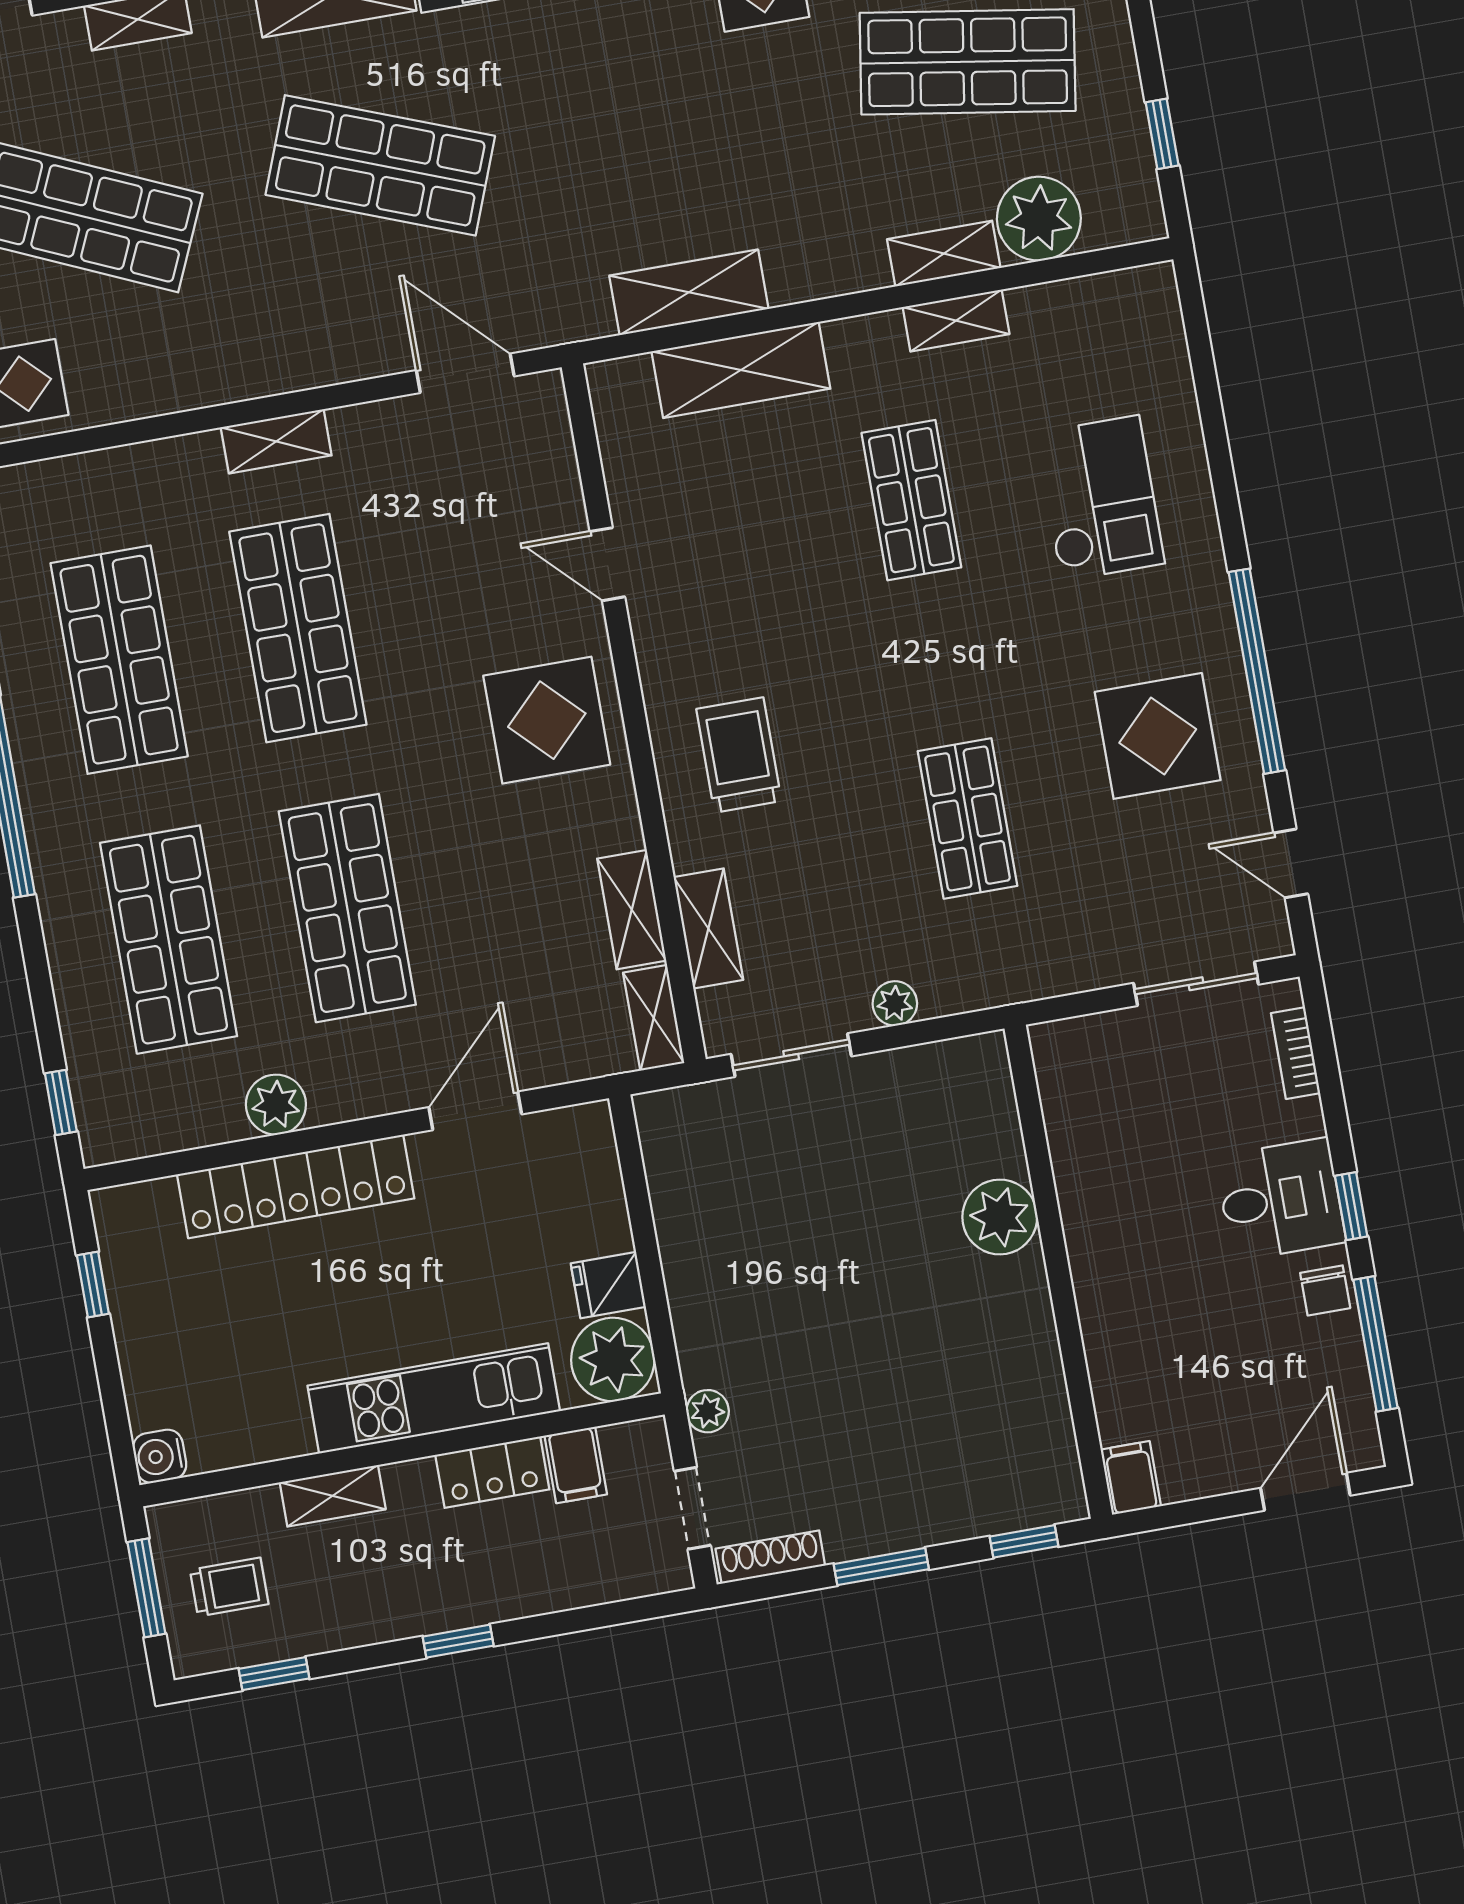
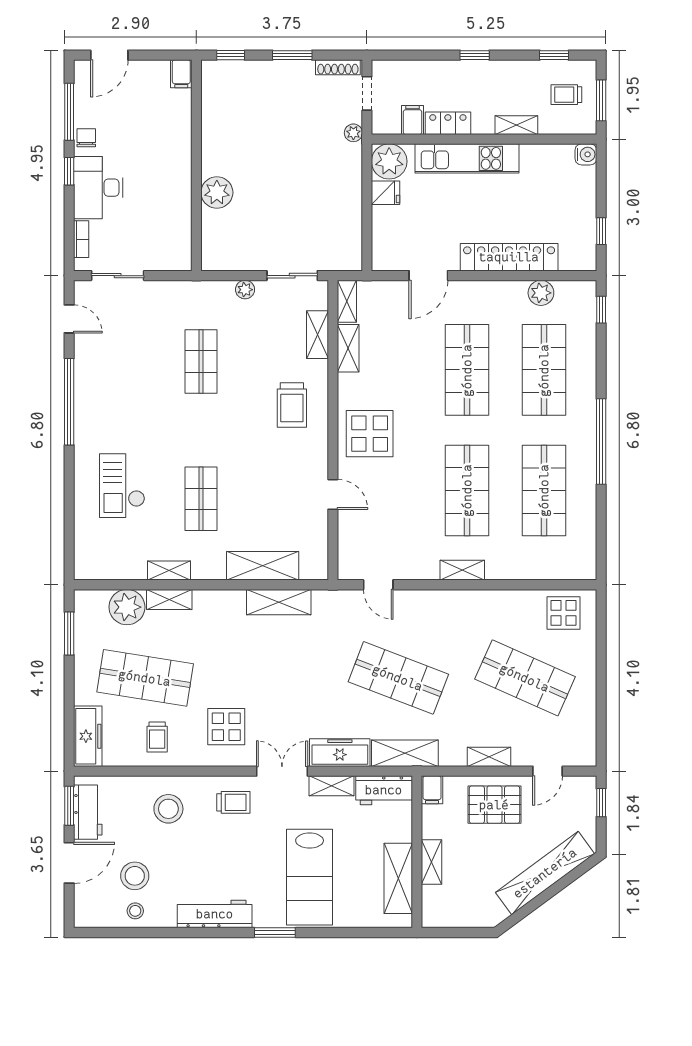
window: (1162, 134) -> (69, 633), width x1.50
door: (465, 373) -> (378, 585), width x0.73
display table: (1158, 736) -> (115, 382), removed
plant: (276, 1105) -> (541, 293), moved
desk: (1280, 1199) -> (98, 188), width x1.37

